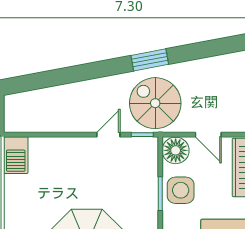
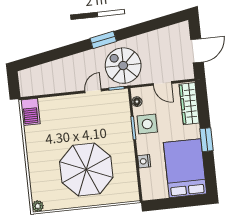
window: (150, 60) -> (103, 40), moved
floor lamp: (176, 150) -> (137, 102), width x0.53, depth x0.53

